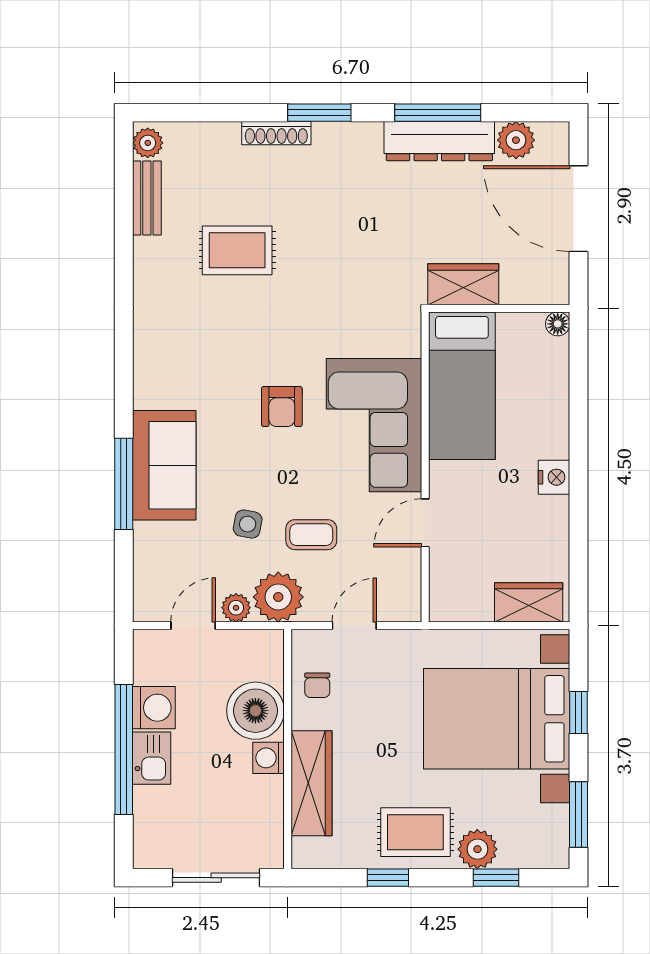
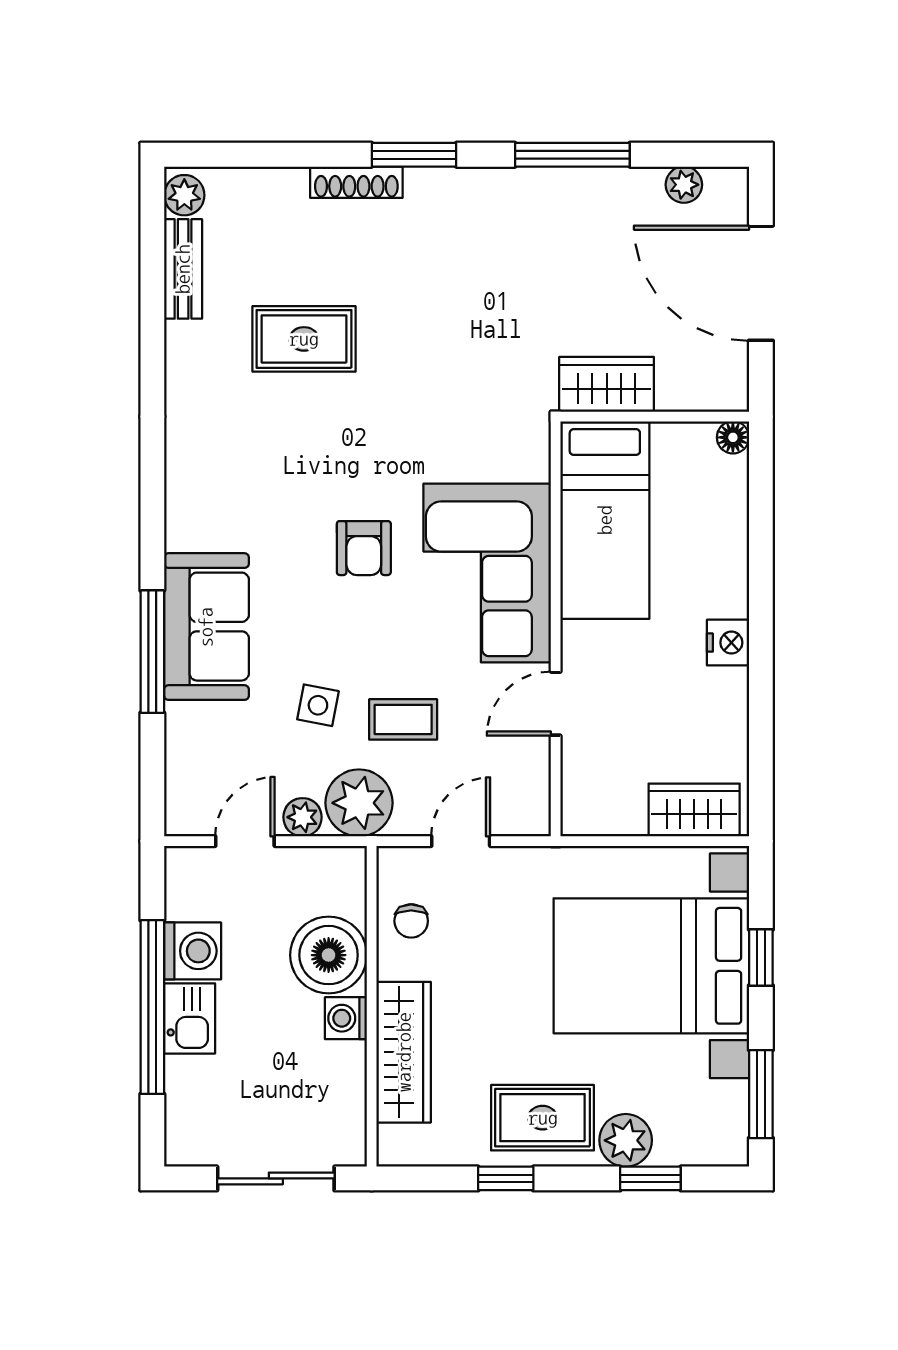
plant: (516, 140) -> (684, 185), width x0.73, depth x0.73
dresser: (439, 141) -> (575, 193), removed

